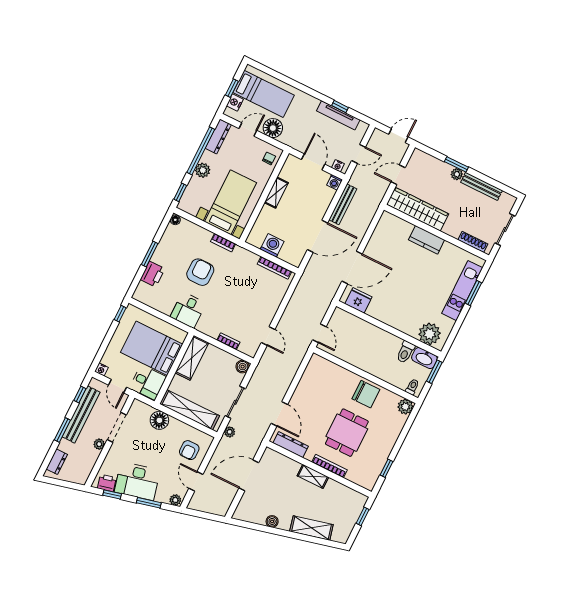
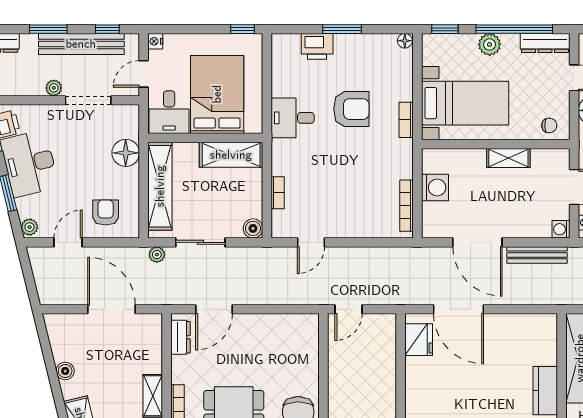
dresser: (291, 445) -> (180, 337), width x0.70
armchair: (189, 450) -> (106, 213), turned 90

